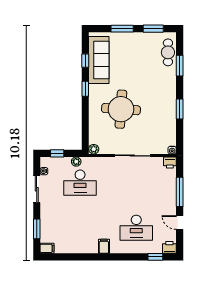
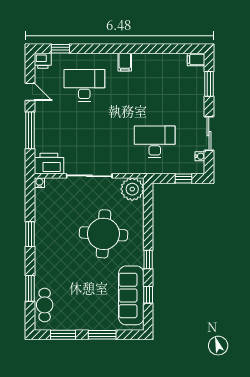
plant: (94, 149) -> (132, 189), width x1.88, depth x1.88
plant: (76, 162) -> (160, 168), removed
printer: (170, 163) -> (49, 164), width x1.87, depth x1.48

